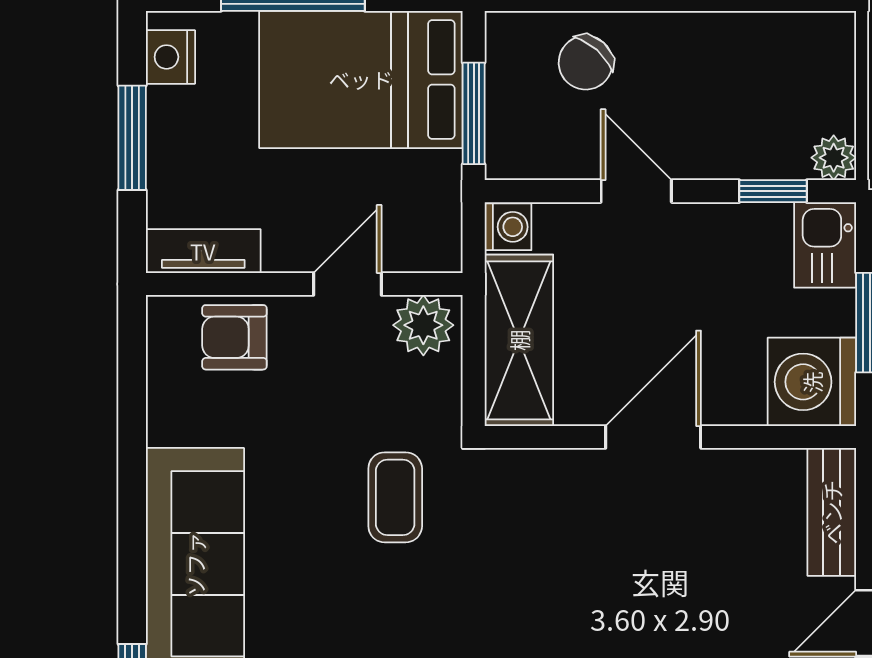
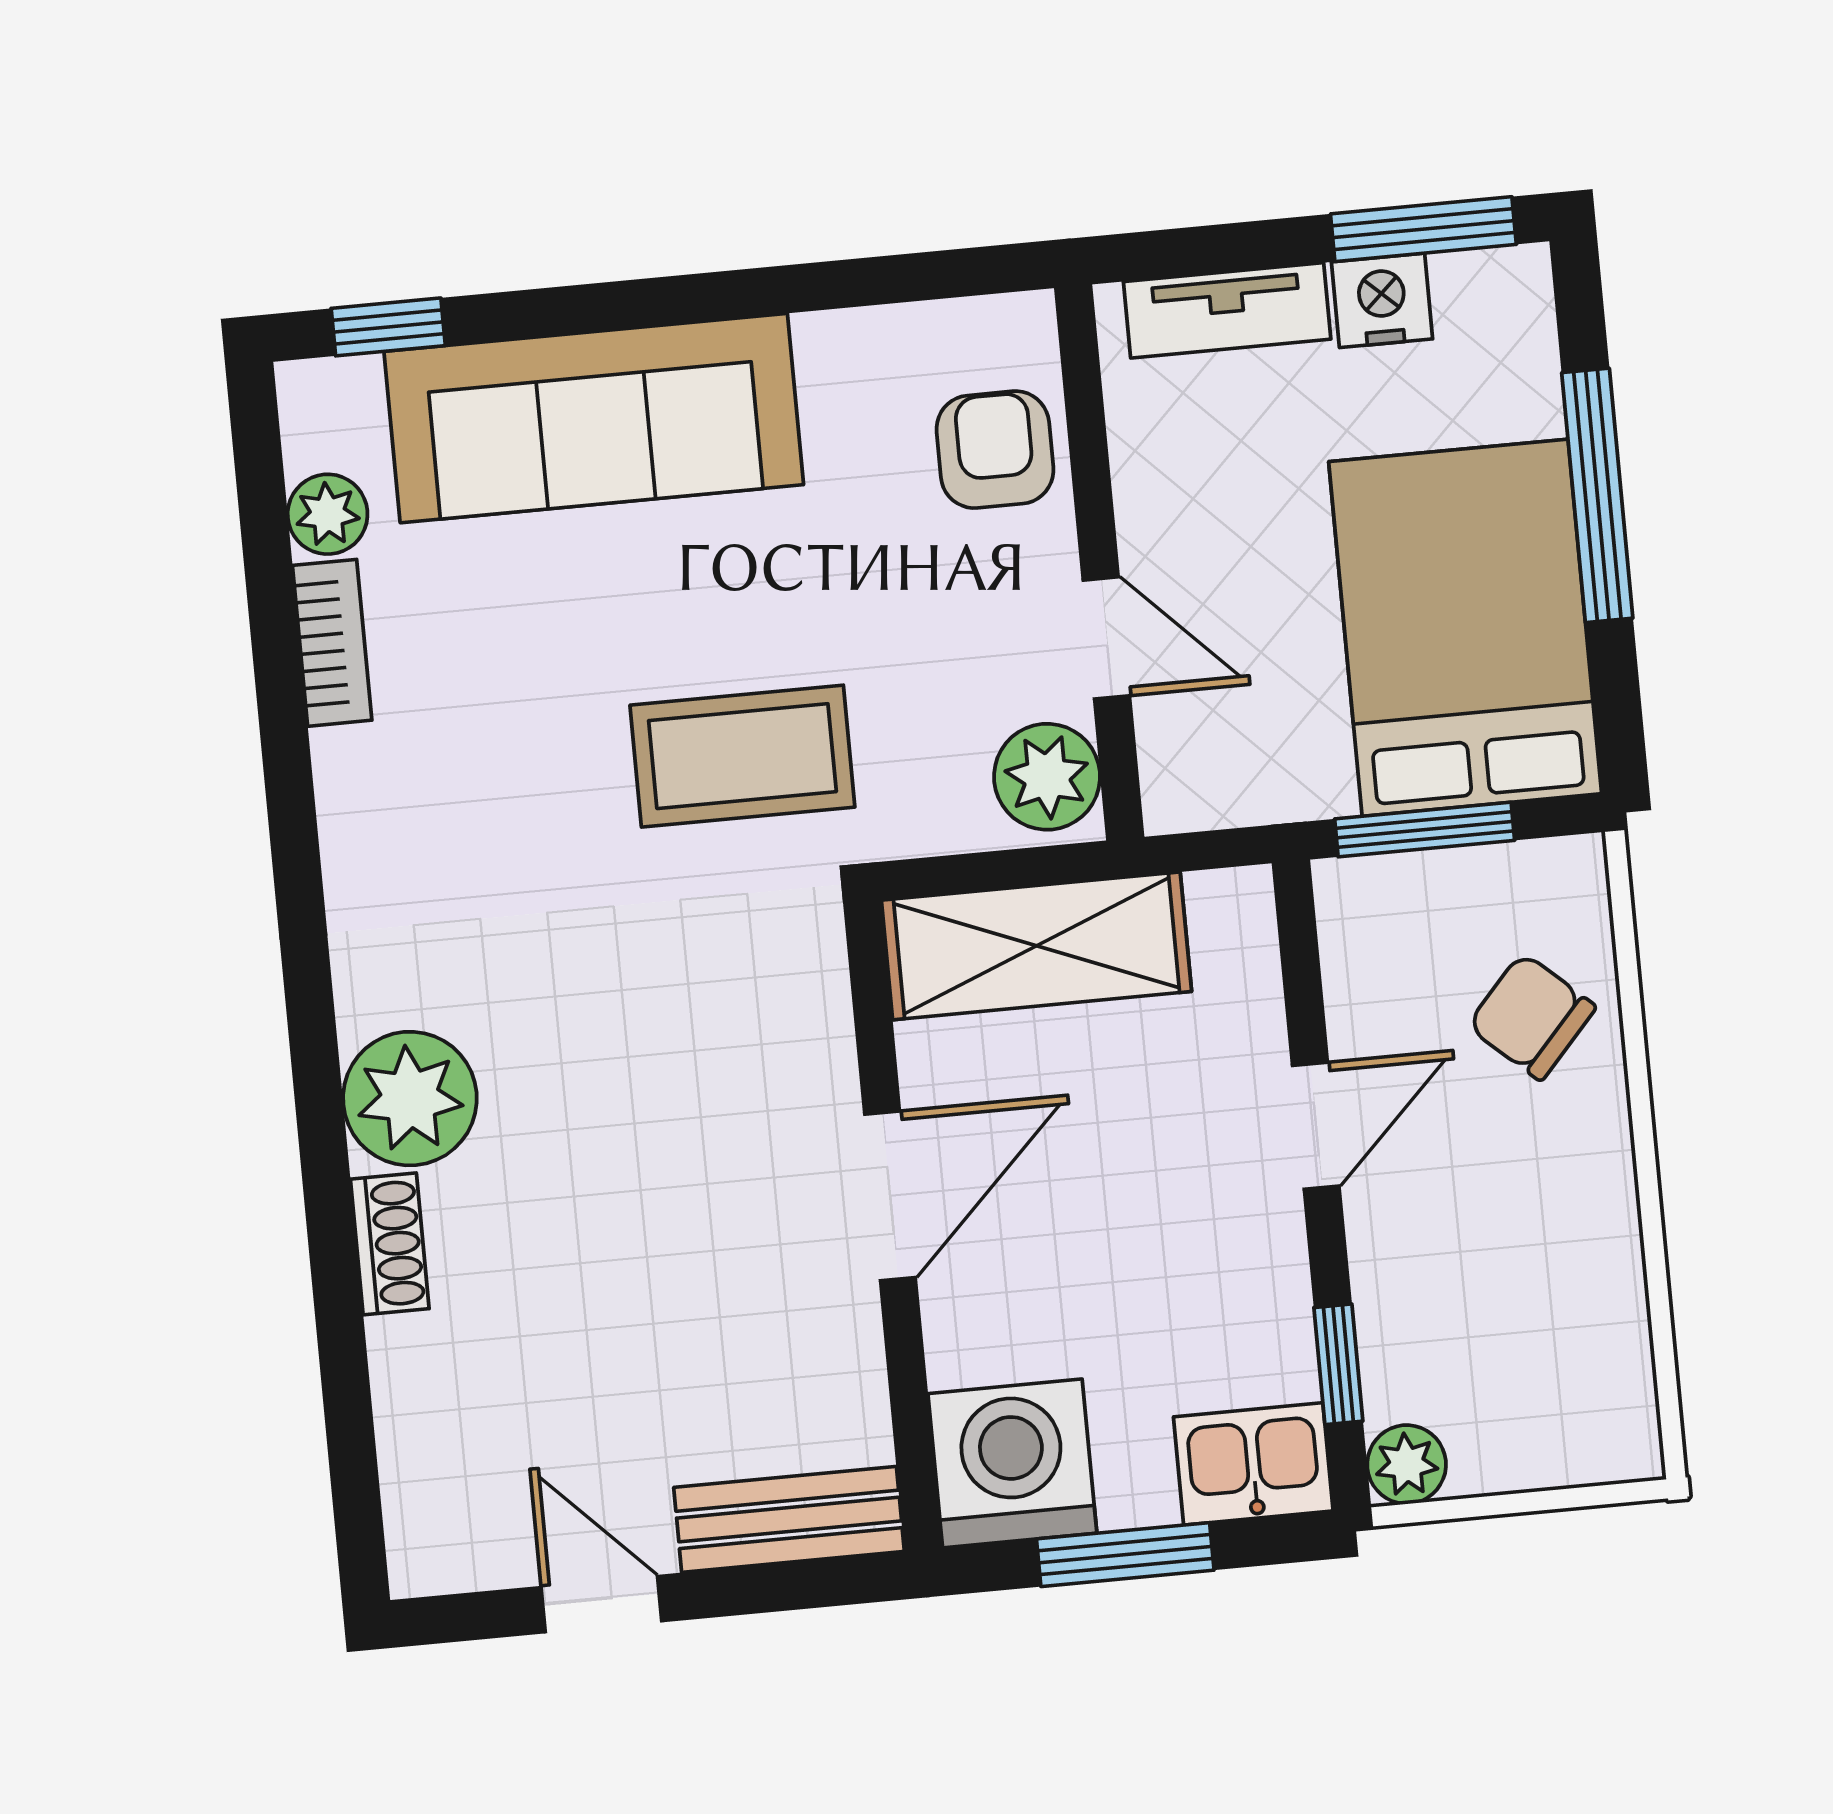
nightstand: (170, 57) -> (1382, 300), moved
window: (132, 138) -> (1423, 229), moved
washing machine: (508, 227) -> (1233, 908), removed
tv unit: (203, 251) -> (1227, 310), moved, turned 90
door: (653, 437) -> (890, 1196), hinge flipped
coffee table: (395, 497) -> (742, 756), width x1.36, depth x1.30

